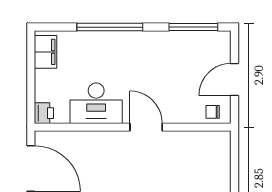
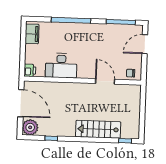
door: (235, 79) -> (145, 44), moved
door: (146, 127) -> (105, 81), moved

